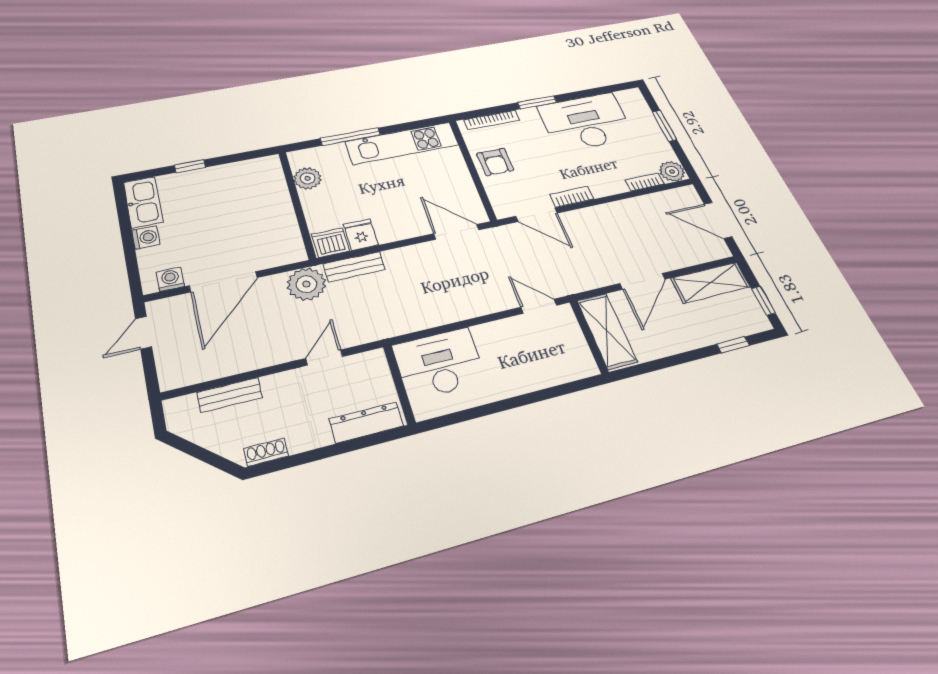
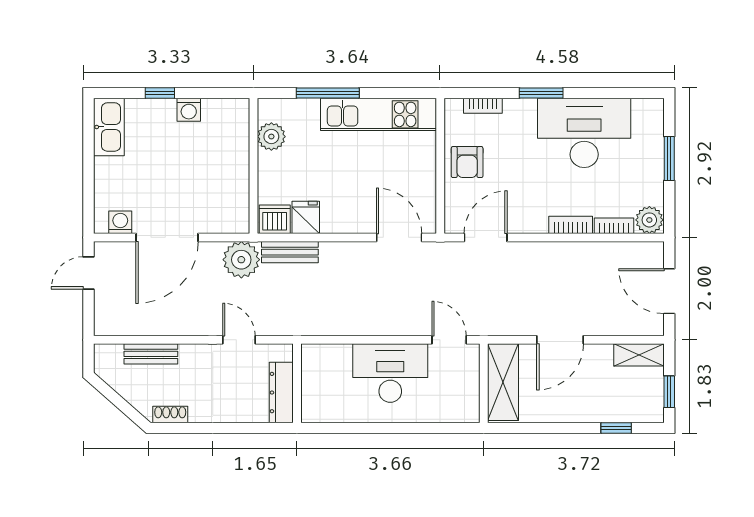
bookcase: (492, 120) -> (483, 106), width x0.64
bookcase: (572, 197) -> (571, 225), moved
door: (537, 215) -> (486, 237), swing flipped
washing machine: (146, 237) -> (189, 110), moved, turned 90
shelving: (711, 283) -> (639, 355), width x0.67, depth x0.75
door: (324, 358) -> (239, 340), hinge flipped
desk: (439, 363) -> (390, 373), moved
dresser: (366, 422) -> (281, 393), moved, turned -90

